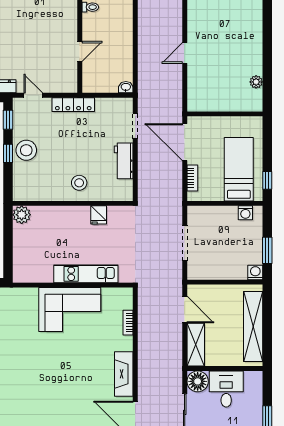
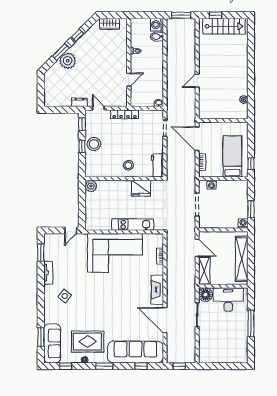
workbench: (124, 161) -> (157, 165), moved
washing machine: (245, 213) -> (212, 185), moved
fridge: (99, 215) -> (141, 188), width x1.88, depth x1.34
corner sofa: (70, 310) -> (115, 253), width x1.36, depth x1.36
desk: (226, 389) -> (228, 300), width x1.37

